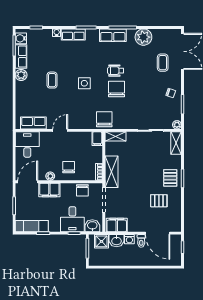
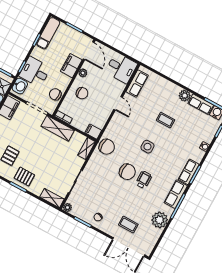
row of seats: (73, 35) -> (189, 172), moved

